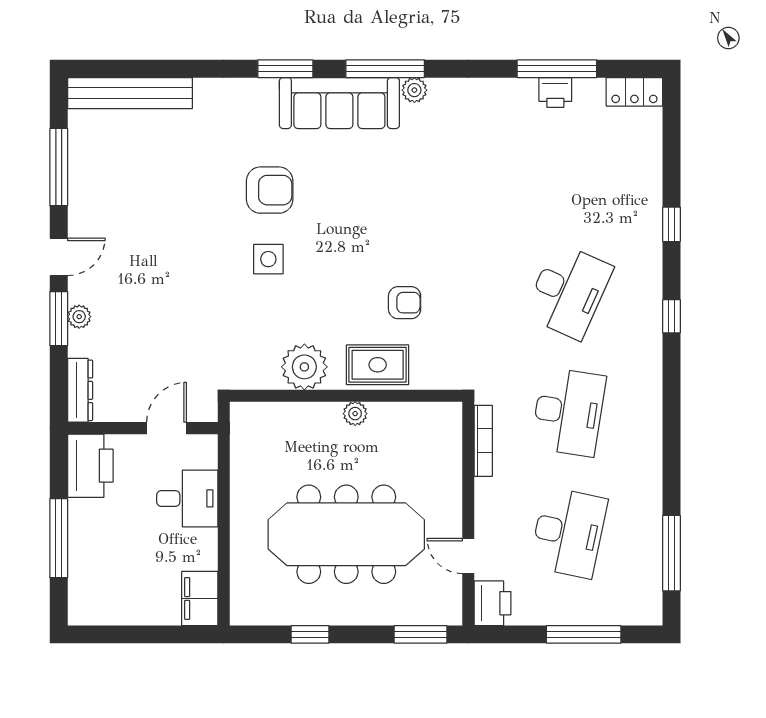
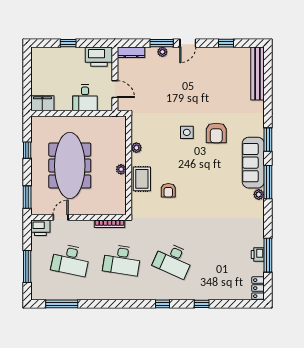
window: (59, 167) -> (226, 43), width x0.46
door: (59, 257) -> (188, 43), hinge flipped
plant: (304, 367) -> (136, 148), width x0.53, depth x0.53
window: (59, 538) -> (68, 43), width x0.46

